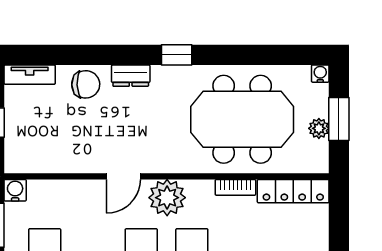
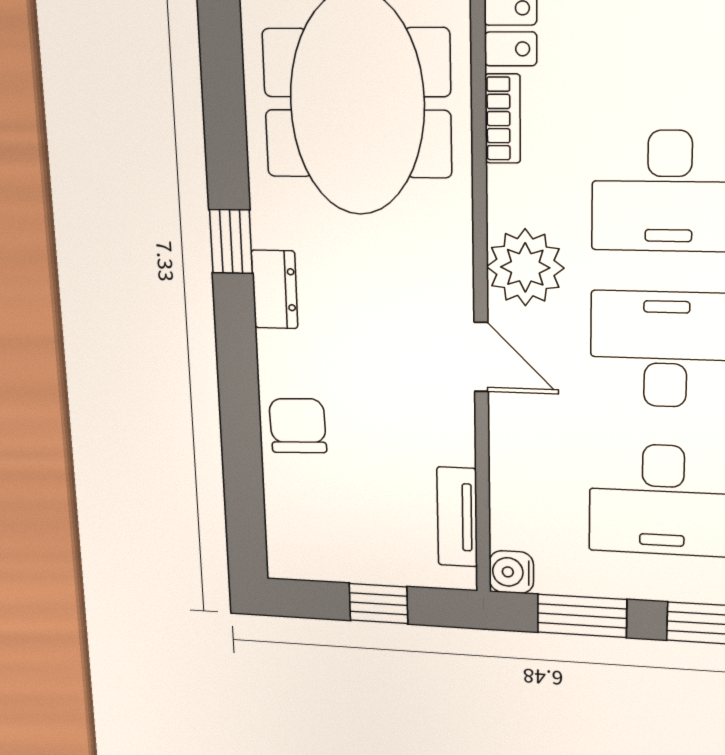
tv unit: (30, 75) -> (457, 517), moved, turned 180
dresser: (131, 76) -> (275, 289), moved

